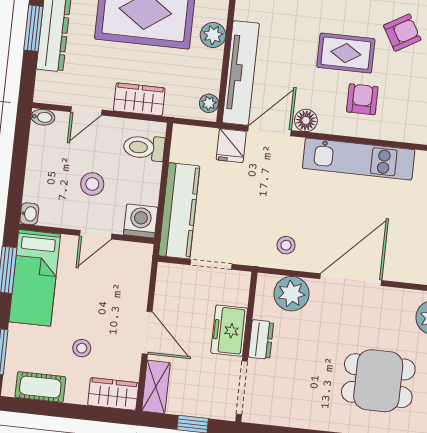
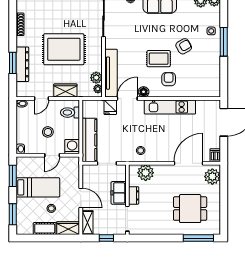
plant: (213, 35) -> (96, 78), moved
bed: (35, 278) -> (38, 187), moved, turned -90
door: (351, 280) -> (188, 163), moved
cot: (40, 387) -> (45, 228), moved

